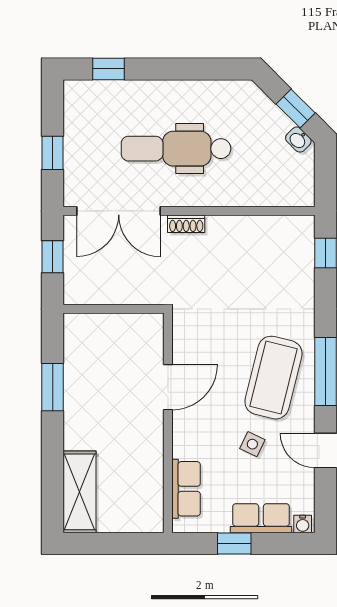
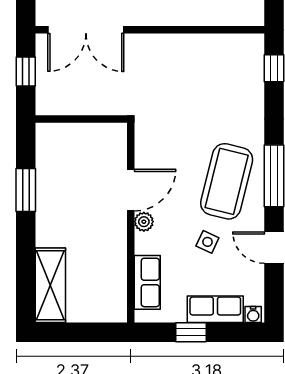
shoe rack: (186, 224) -> (147, 42), removed
plant: (182, 422) -> (144, 222), added

